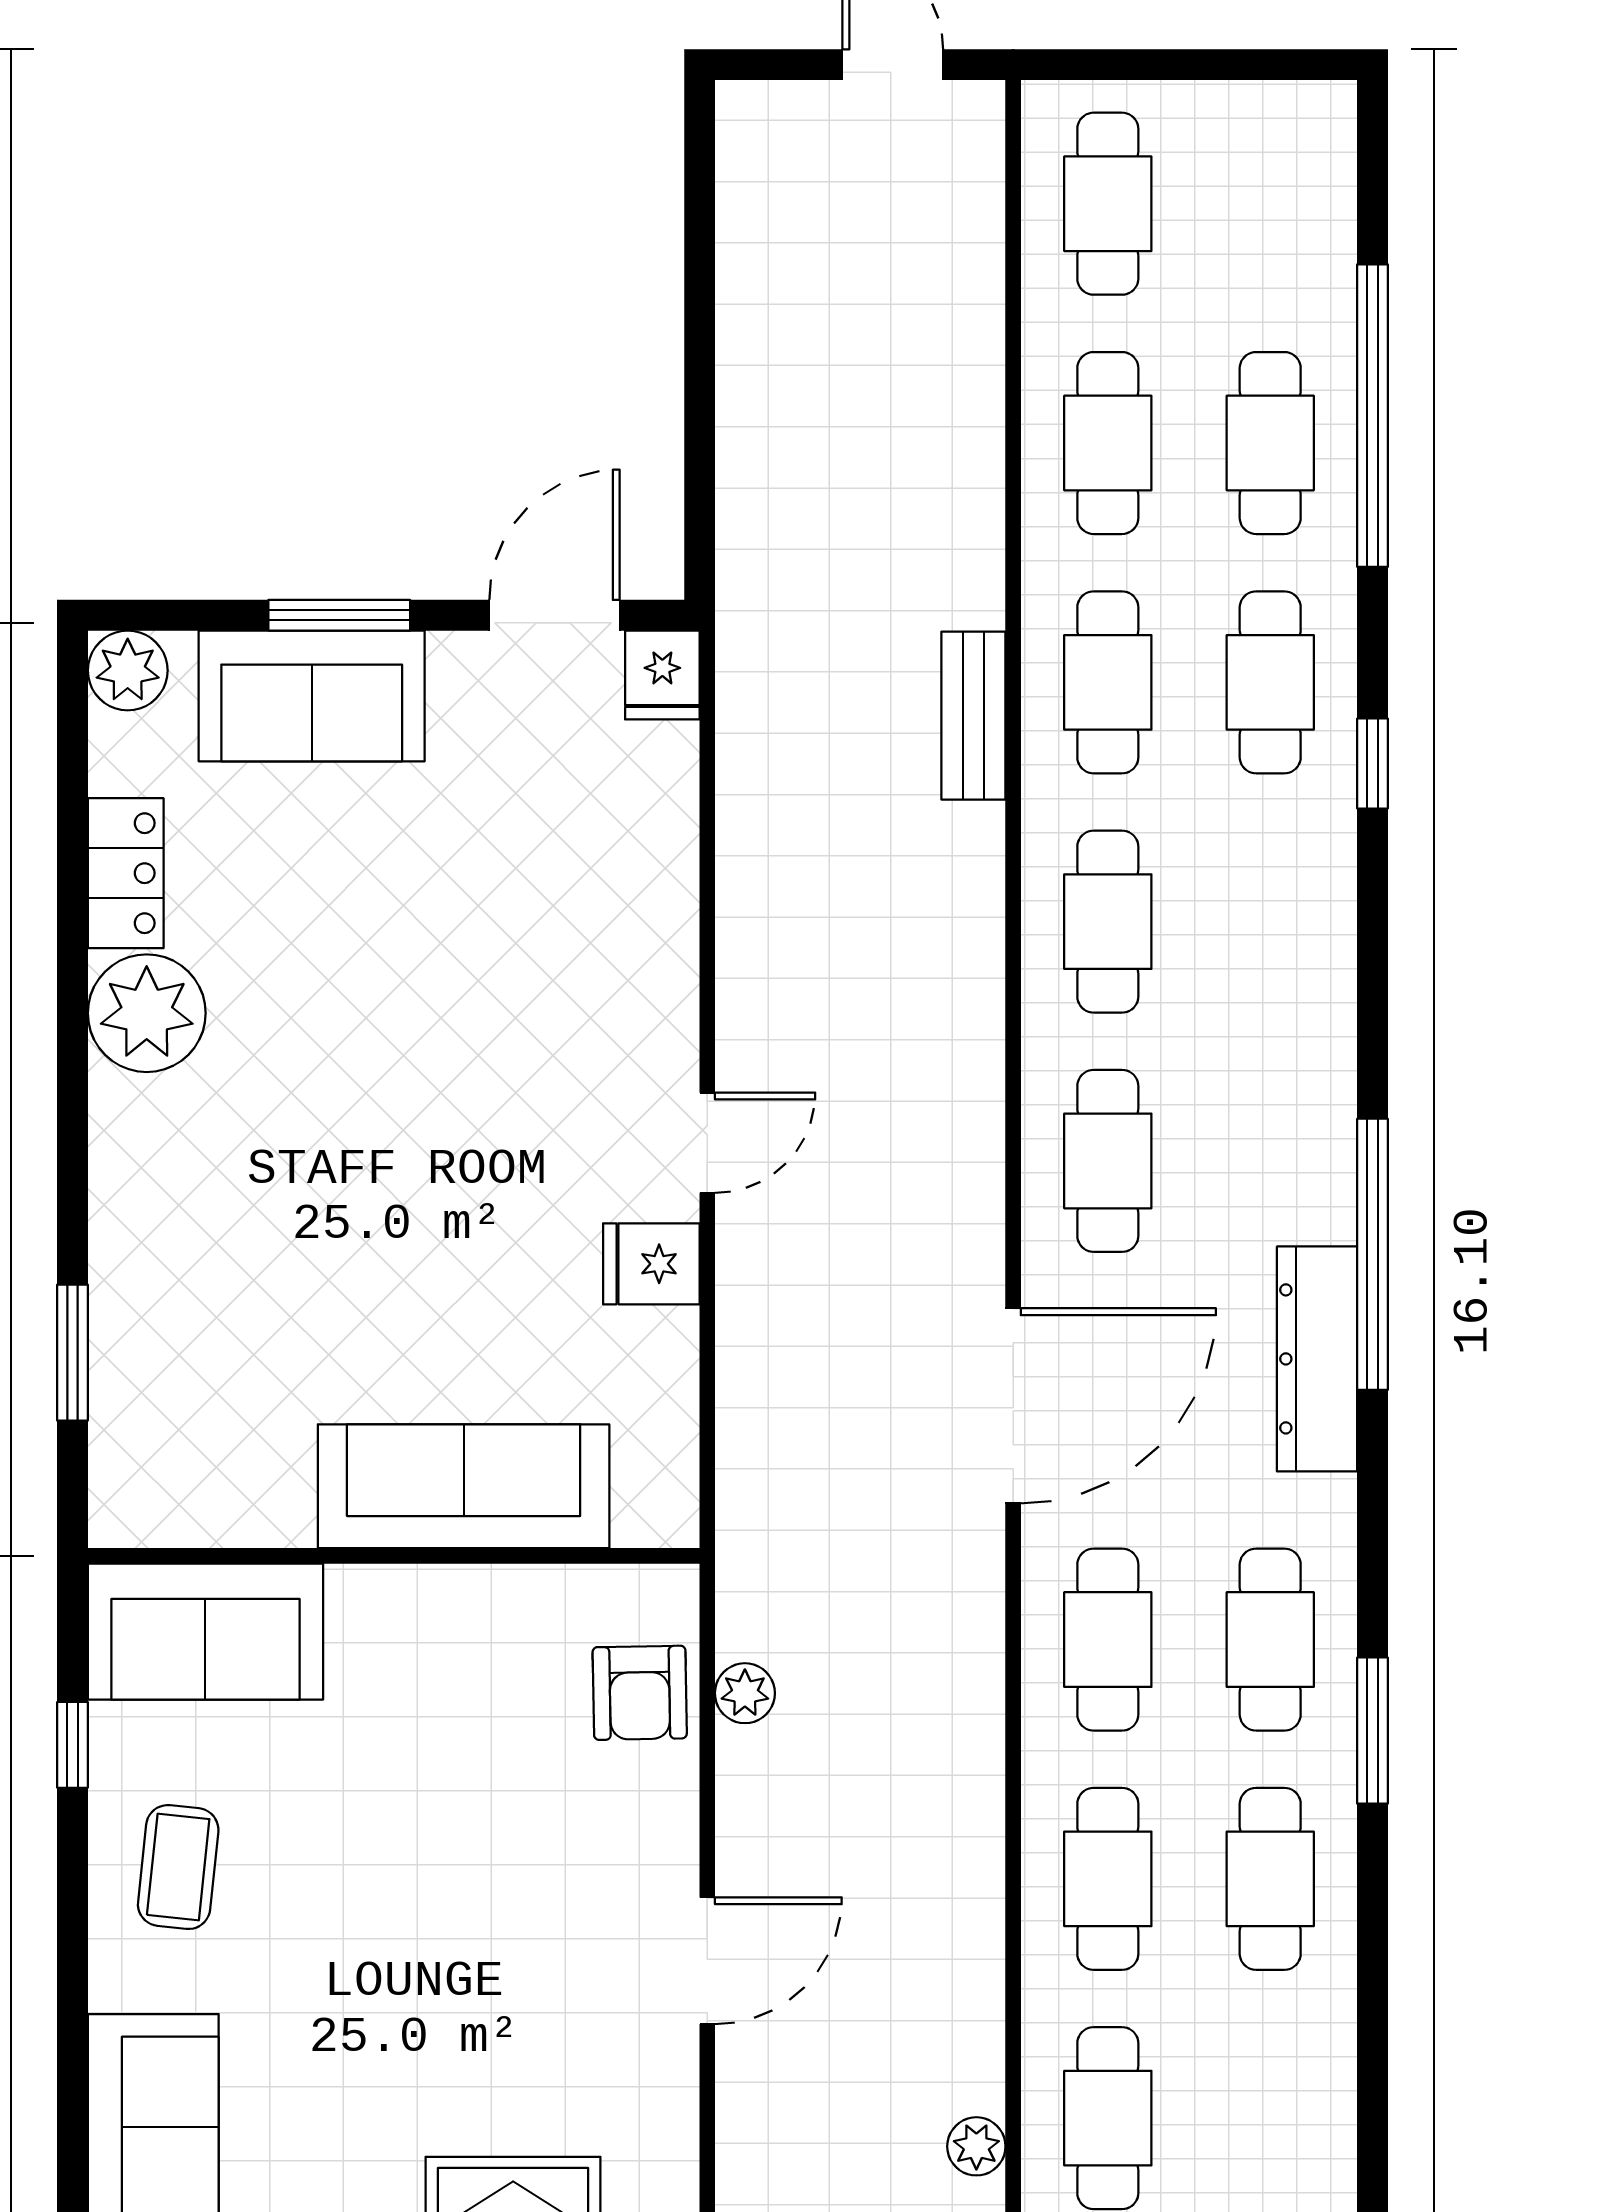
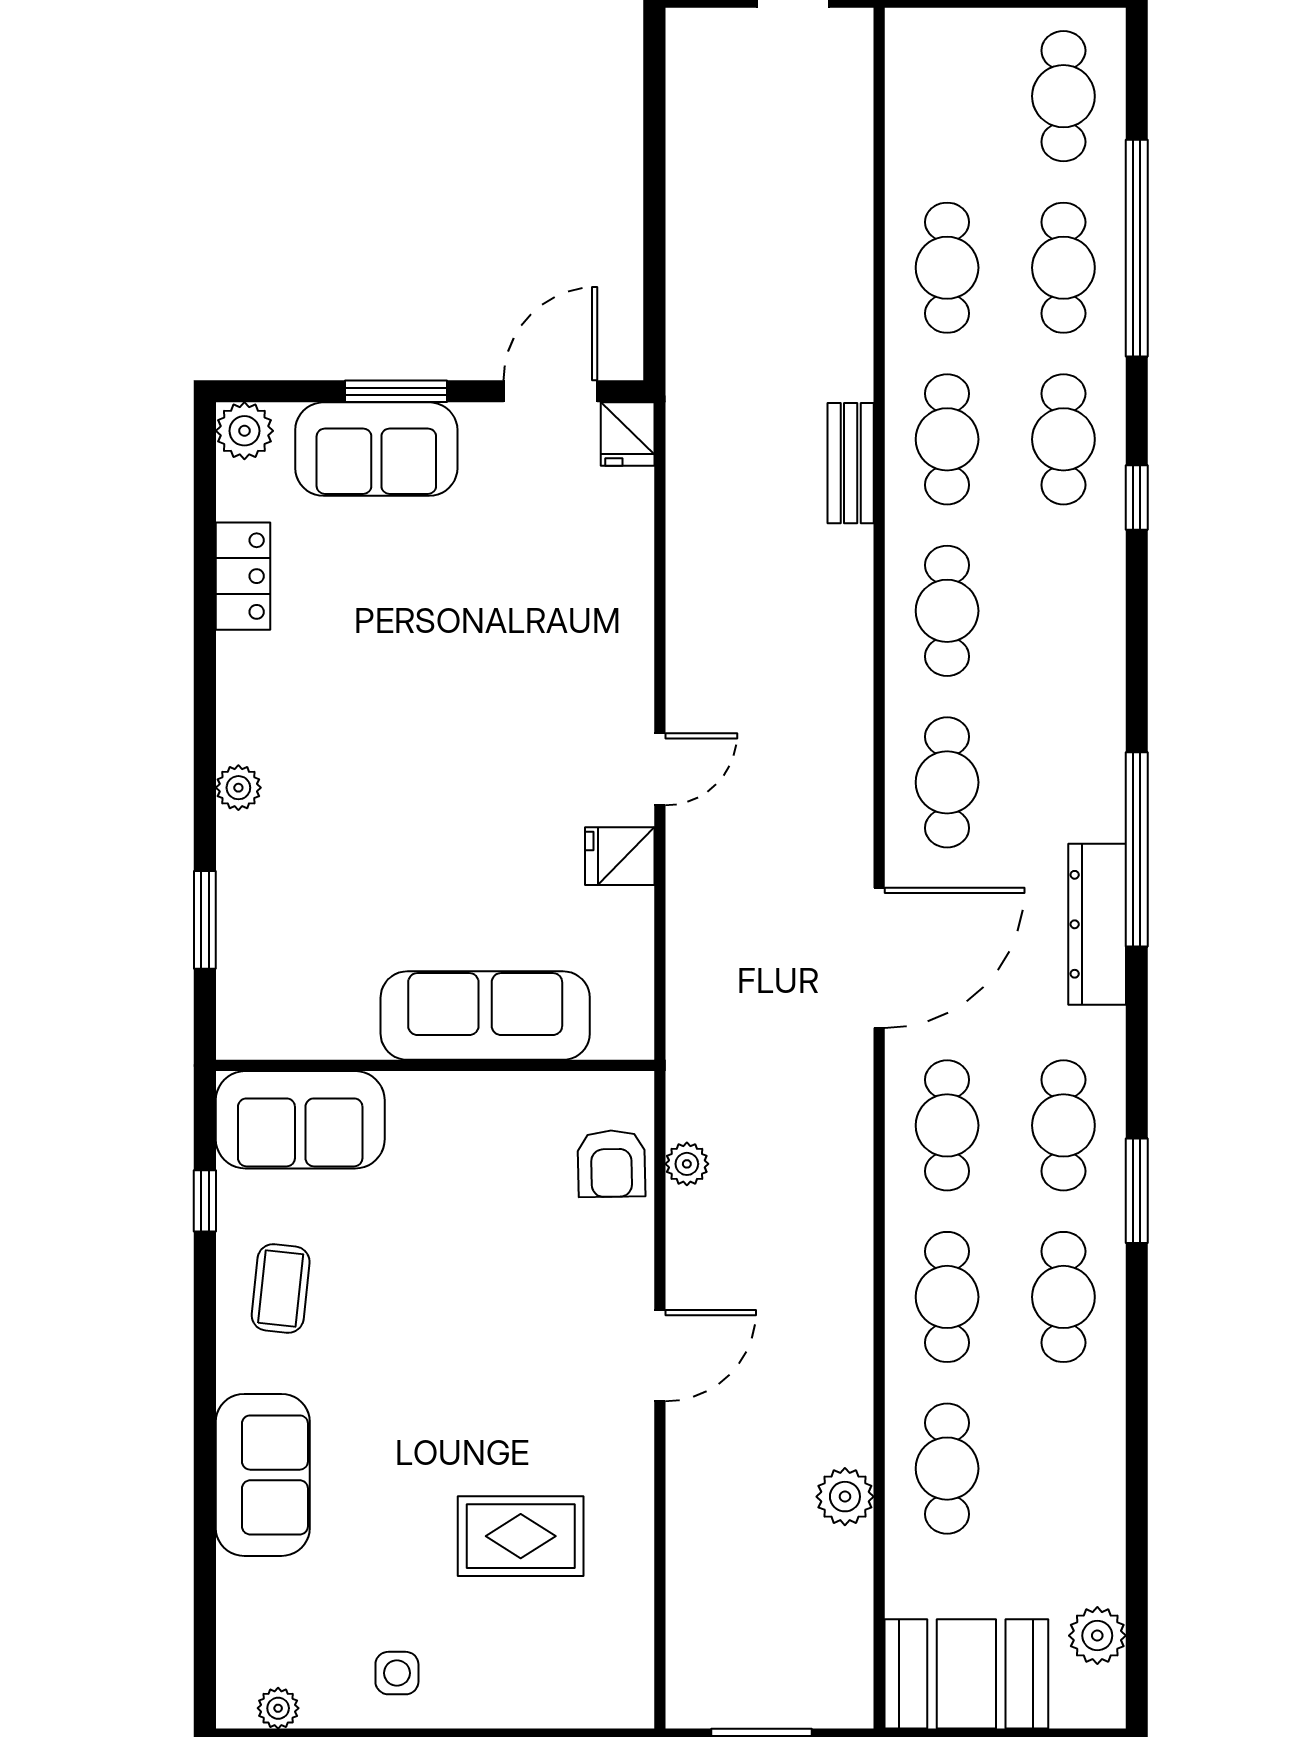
cafe table: (1108, 204) -> (1063, 96), moved
plant: (147, 1013) -> (238, 788), moved, width x0.53, depth x0.53
plant: (976, 2146) -> (845, 1497), width x1.38, depth x1.38

